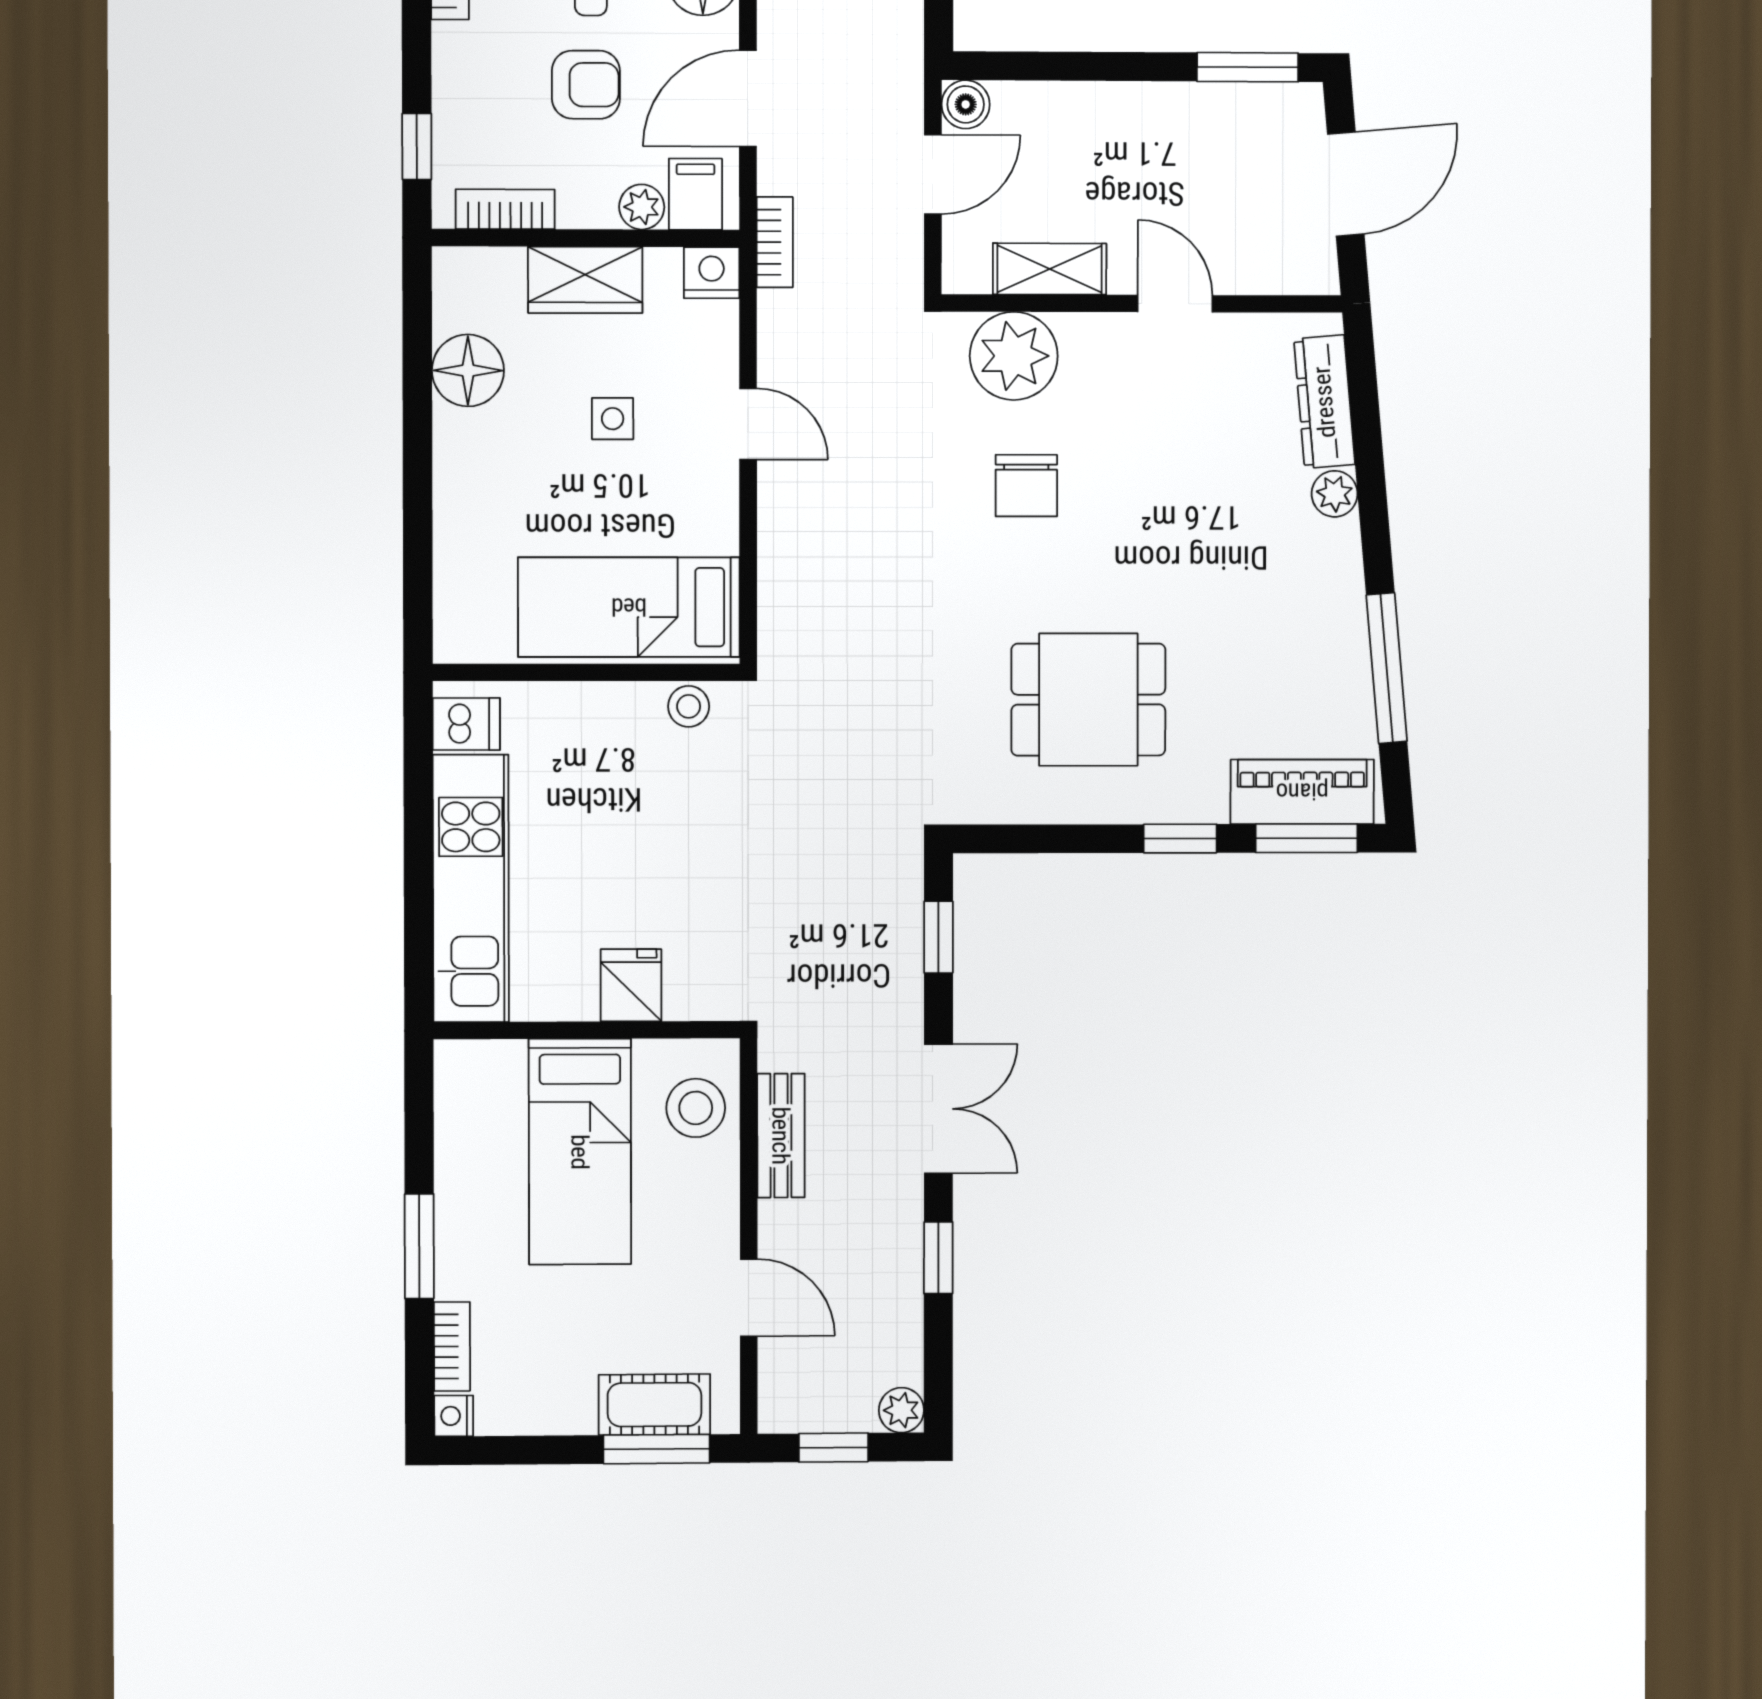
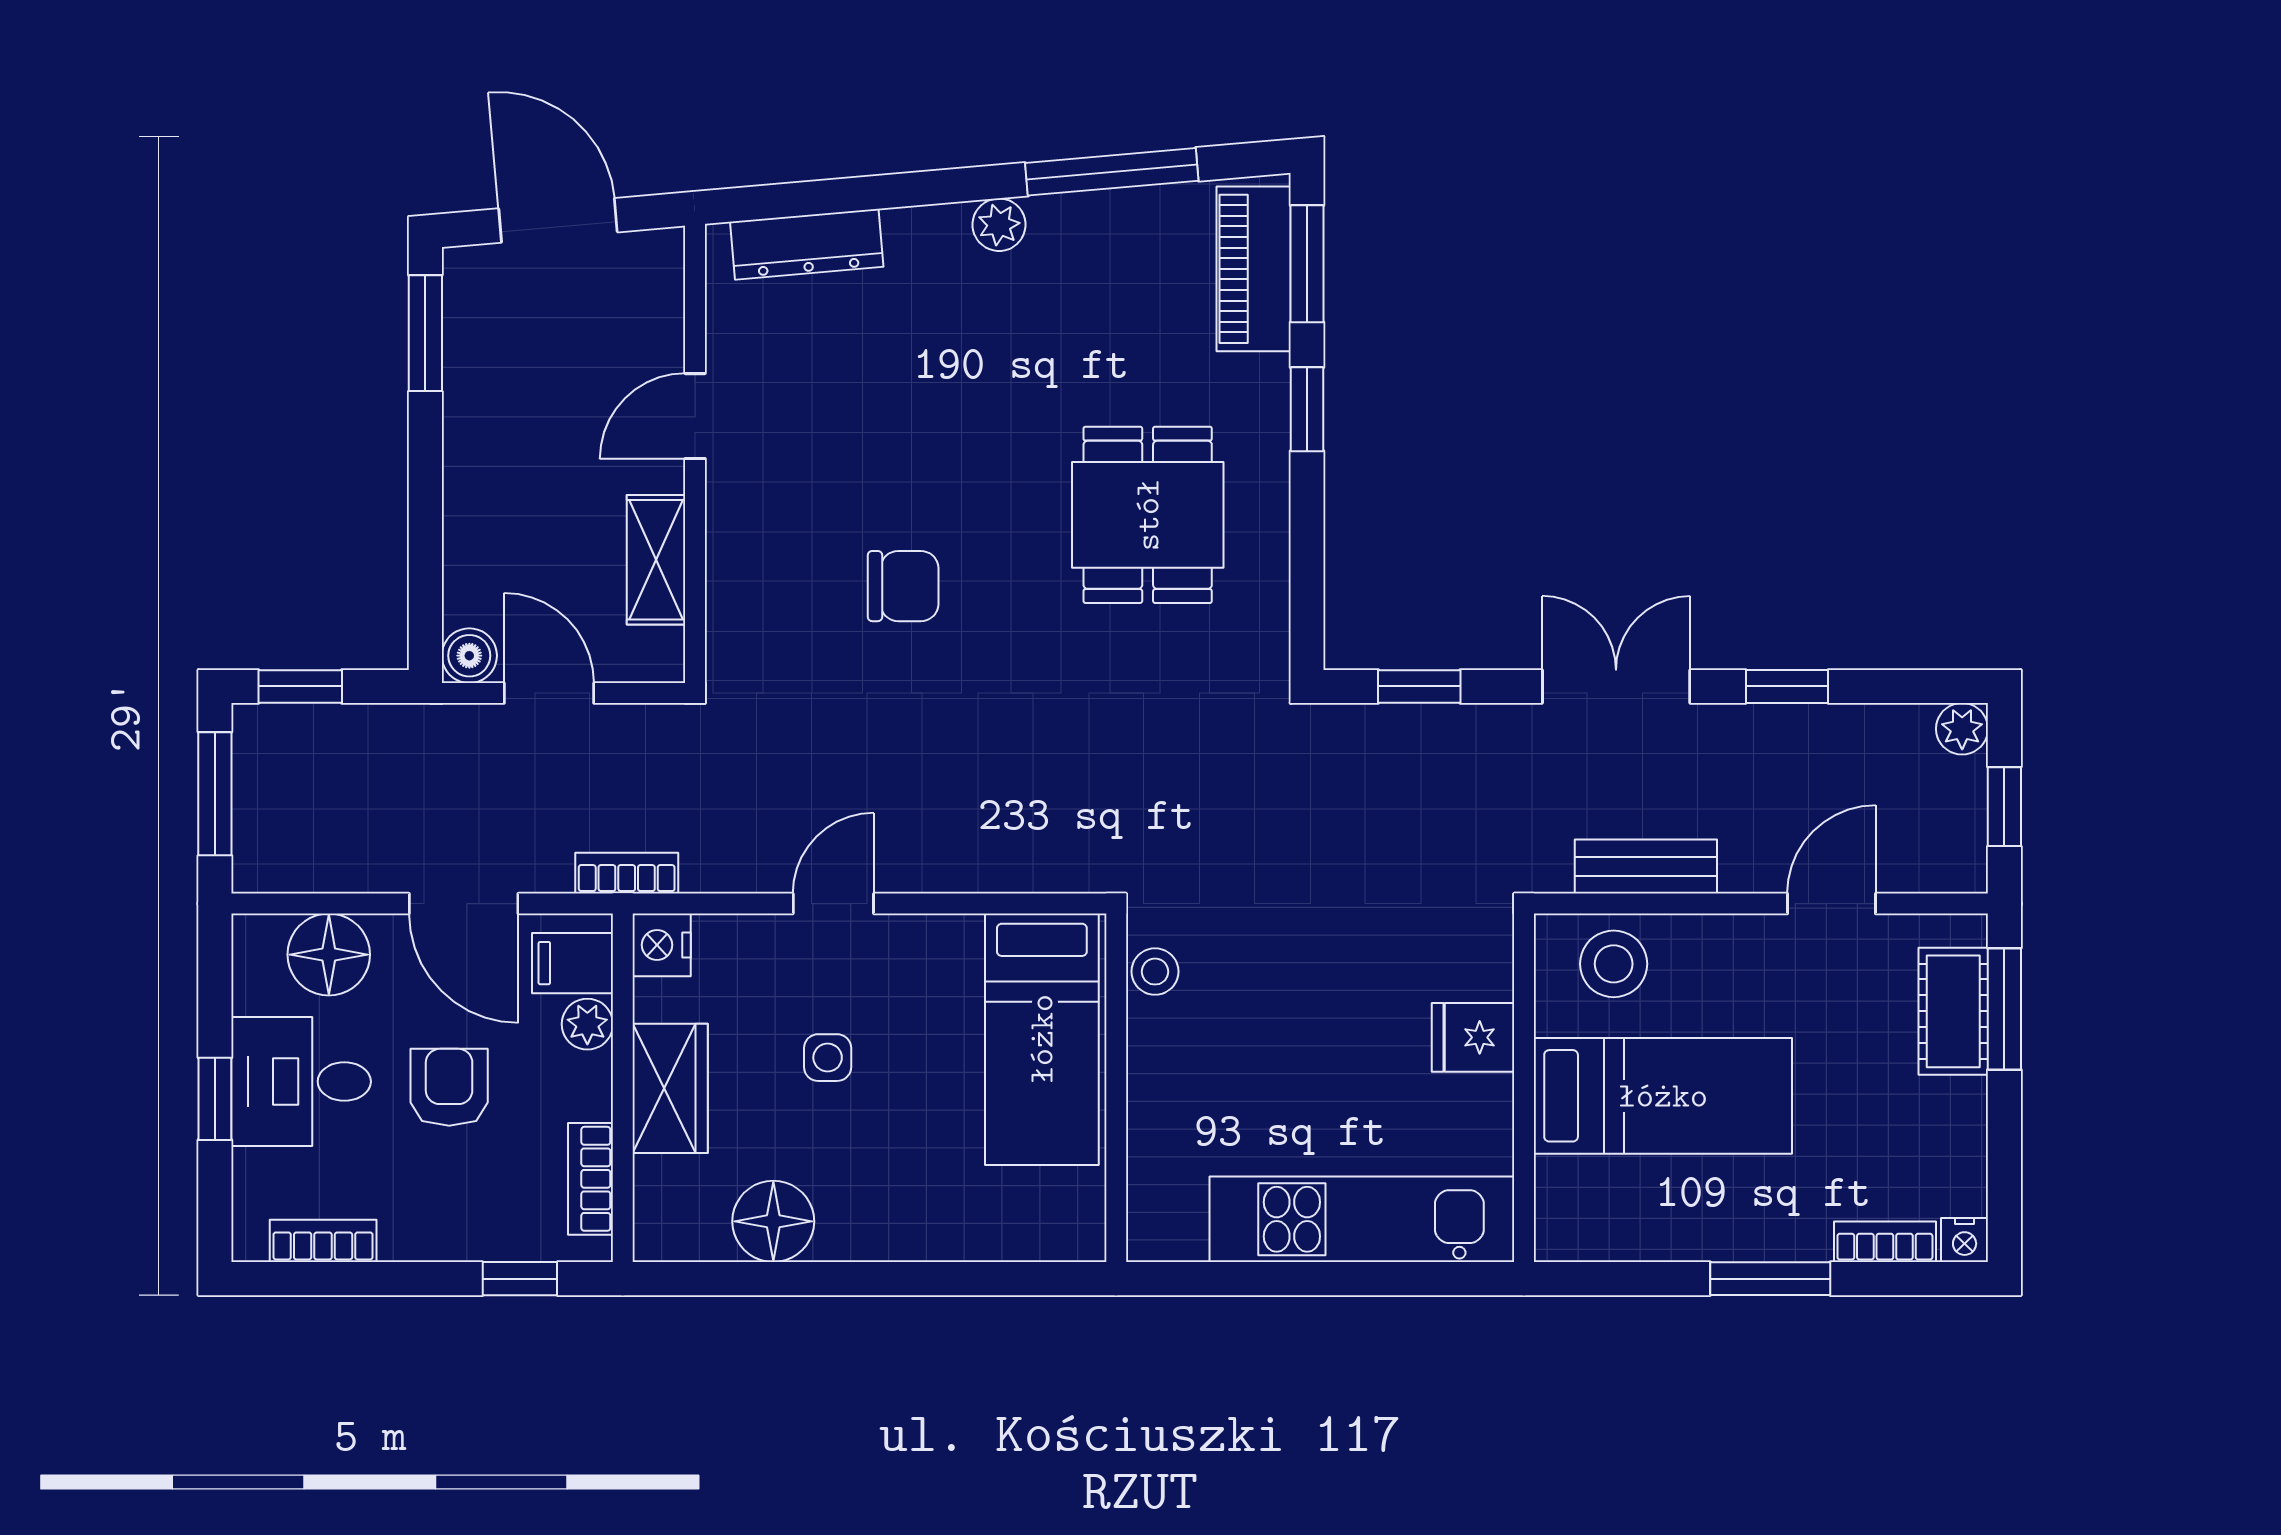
plant: (1014, 356) -> (755, 601), removed
plant: (1335, 494) -> (999, 225), moved
dishwasher: (466, 724) -> (1175, 1224), removed

